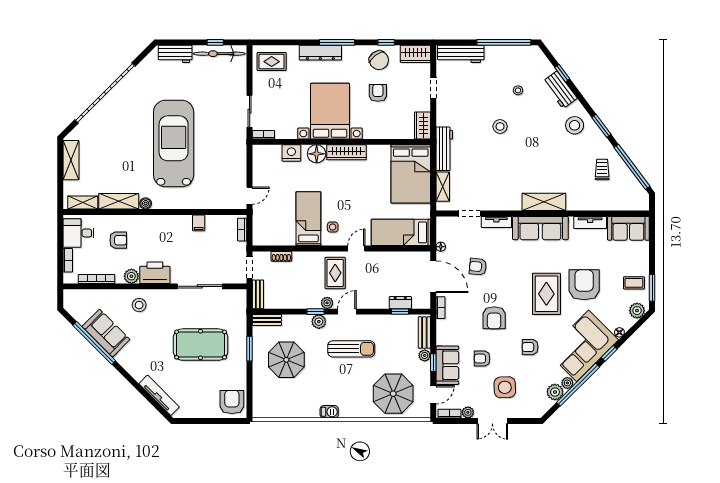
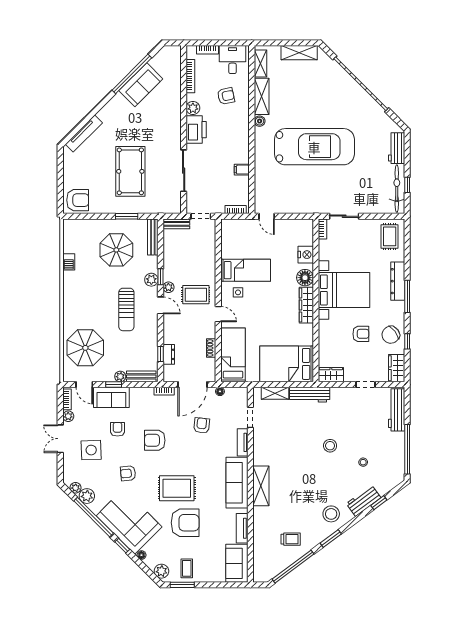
armchair: (118, 240) -> (226, 96), turned -102
shoe rack: (281, 256) -> (211, 348), moved
stool: (139, 305) -> (167, 115), removed
bench: (267, 320) -> (153, 237), width x1.36
armchair: (530, 347) -> (128, 473), turned -96
plant: (567, 383) -> (75, 488), moved
barbecue: (329, 412) -> (69, 262), moved

